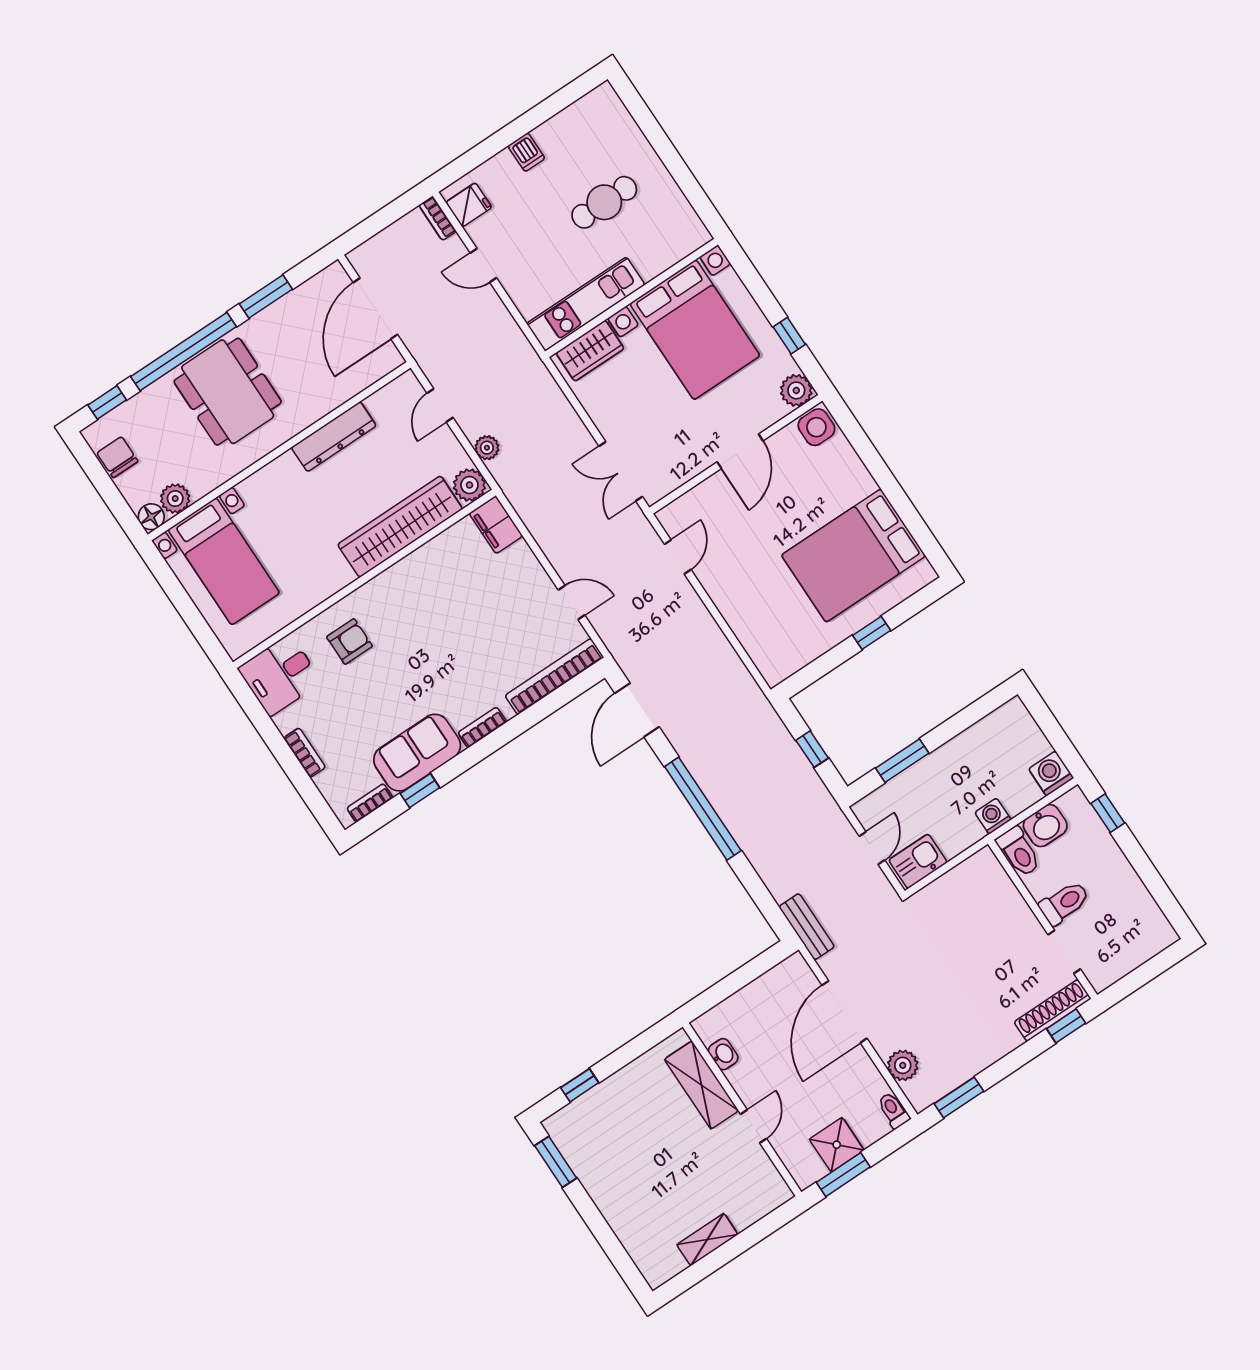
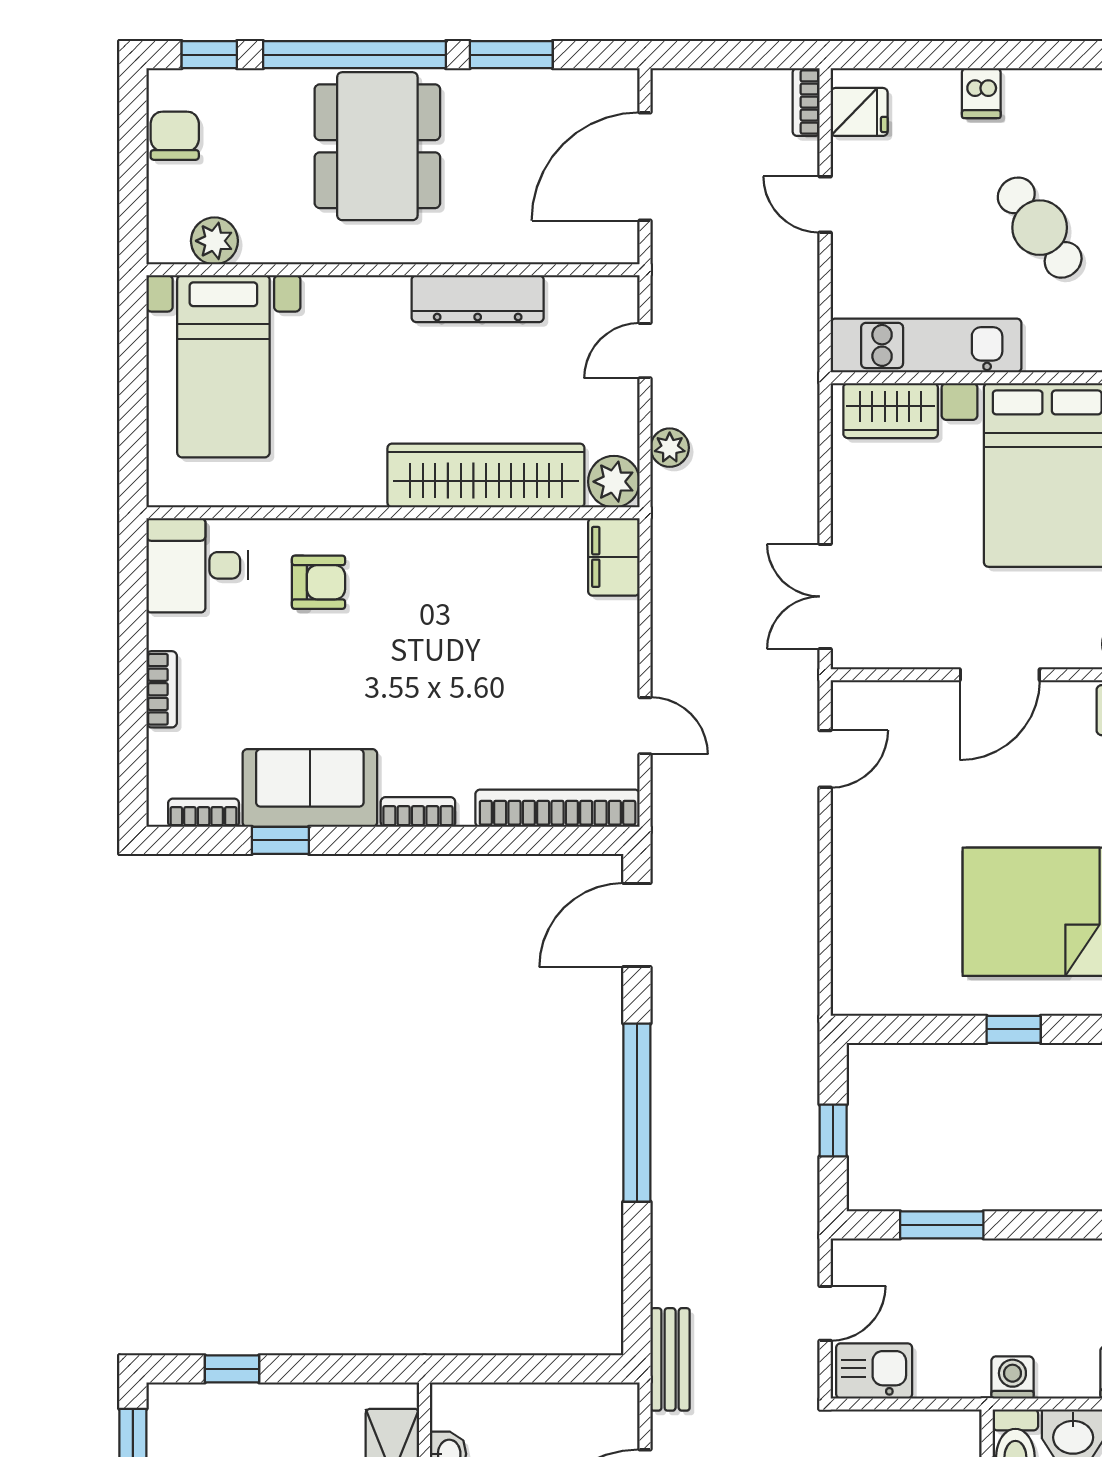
cafe table: (604, 202) -> (1040, 228), turned 54
floor lamp: (151, 517) -> (167, 244), removed

